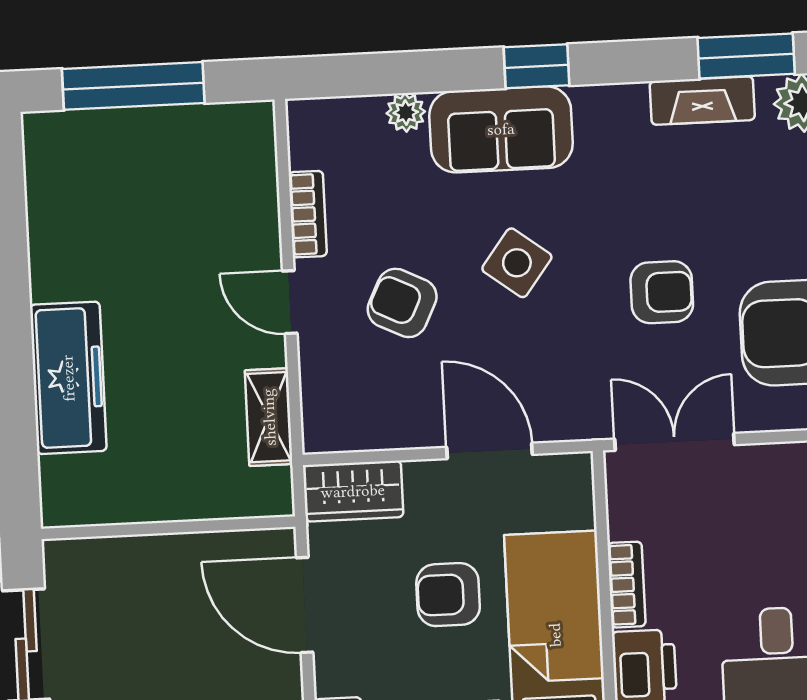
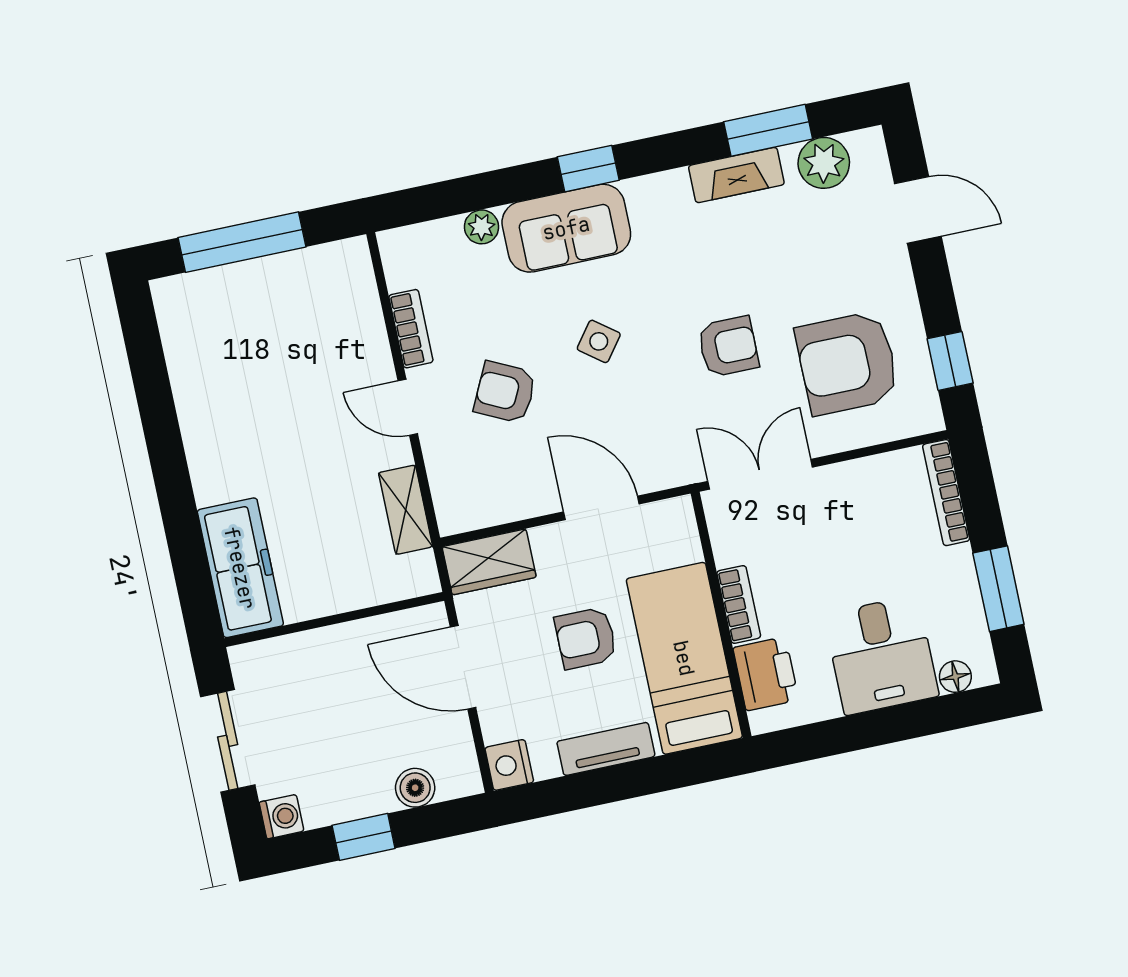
side table: (517, 263) -> (599, 341), width x0.73, depth x0.73
freezer: (68, 378) -> (240, 568), moved

